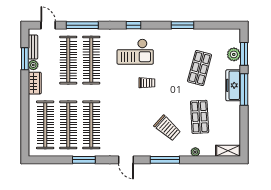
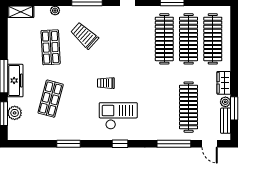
clothes rail: (91, 60) -> (164, 107), removed

